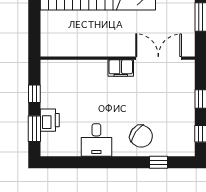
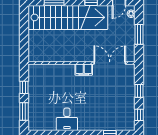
printer: (50, 120) -> (35, 106), removed
chair: (141, 136) -> (98, 117), removed

